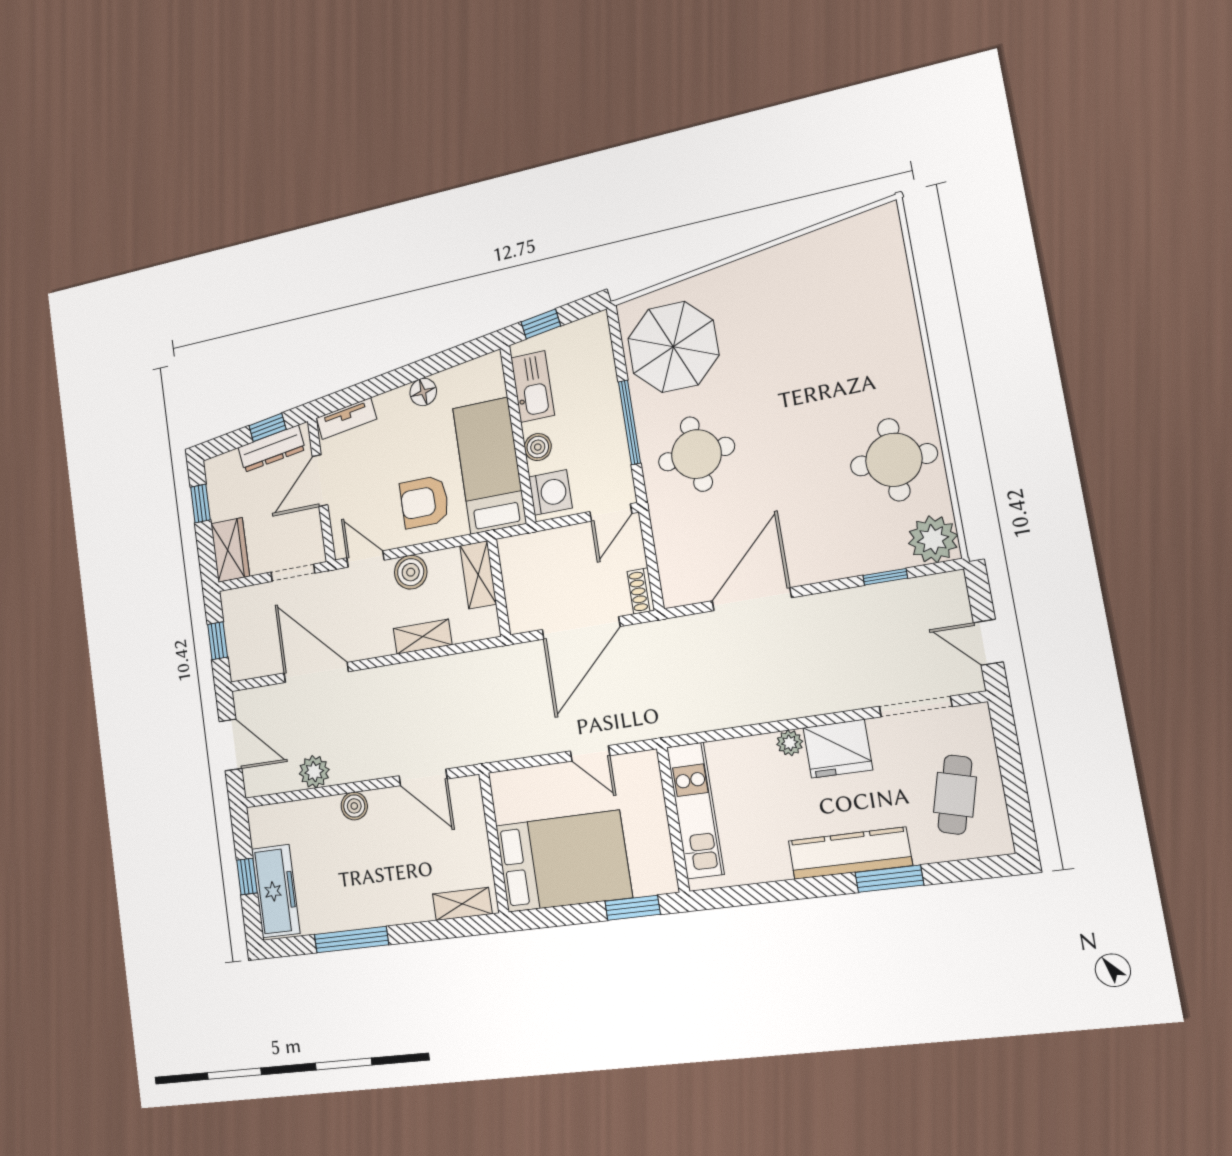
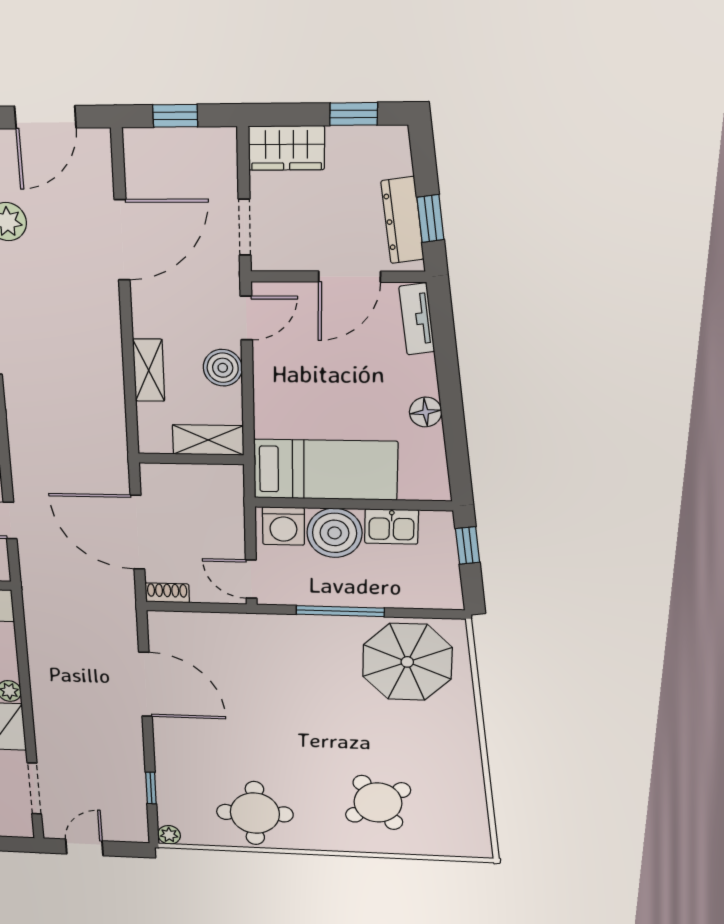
kitchen sink: (533, 386) -> (391, 527), width x0.73
boiler: (538, 447) -> (335, 533), width x1.86, depth x1.86
round table: (696, 454) -> (378, 803), moved, turned -31
door: (320, 481) -> (350, 277), swing flipped
armchair: (425, 502) -> (299, 395), removed
plant: (933, 539) -> (169, 835), width x0.53, depth x0.53

